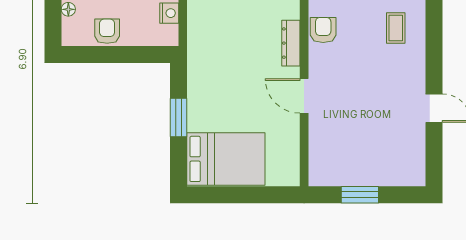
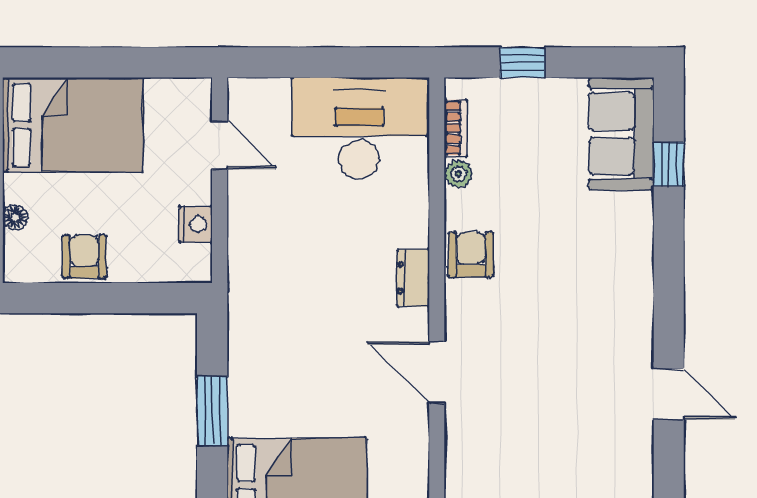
coffee table: (396, 28) -> (601, 251), removed
dresser: (291, 43) -> (413, 278), width x0.70

